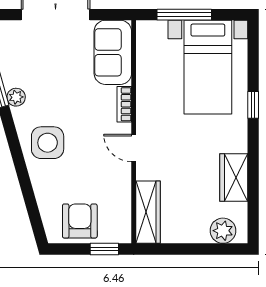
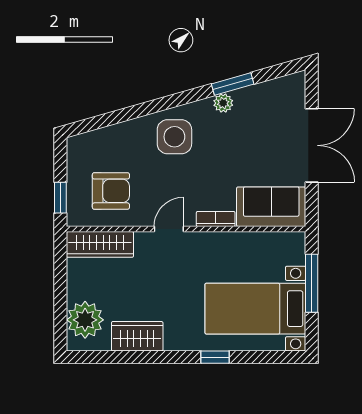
armchair: (80, 221) -> (111, 191), moved
plant: (223, 231) -> (85, 320), width x1.36, depth x1.36

